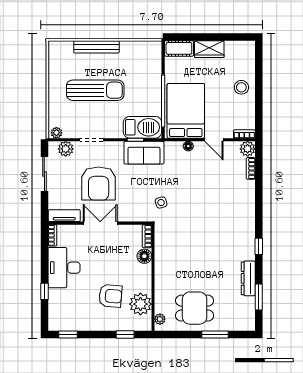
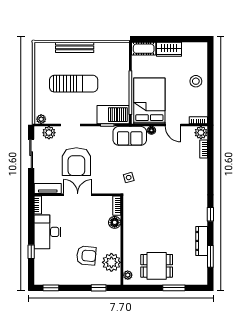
sofa: (144, 153) -> (130, 136), moved

